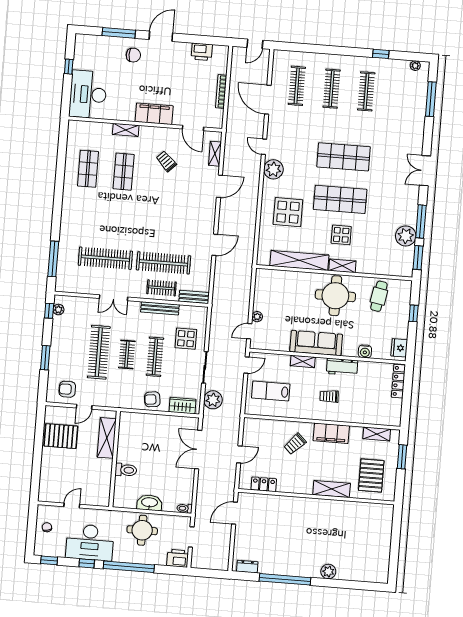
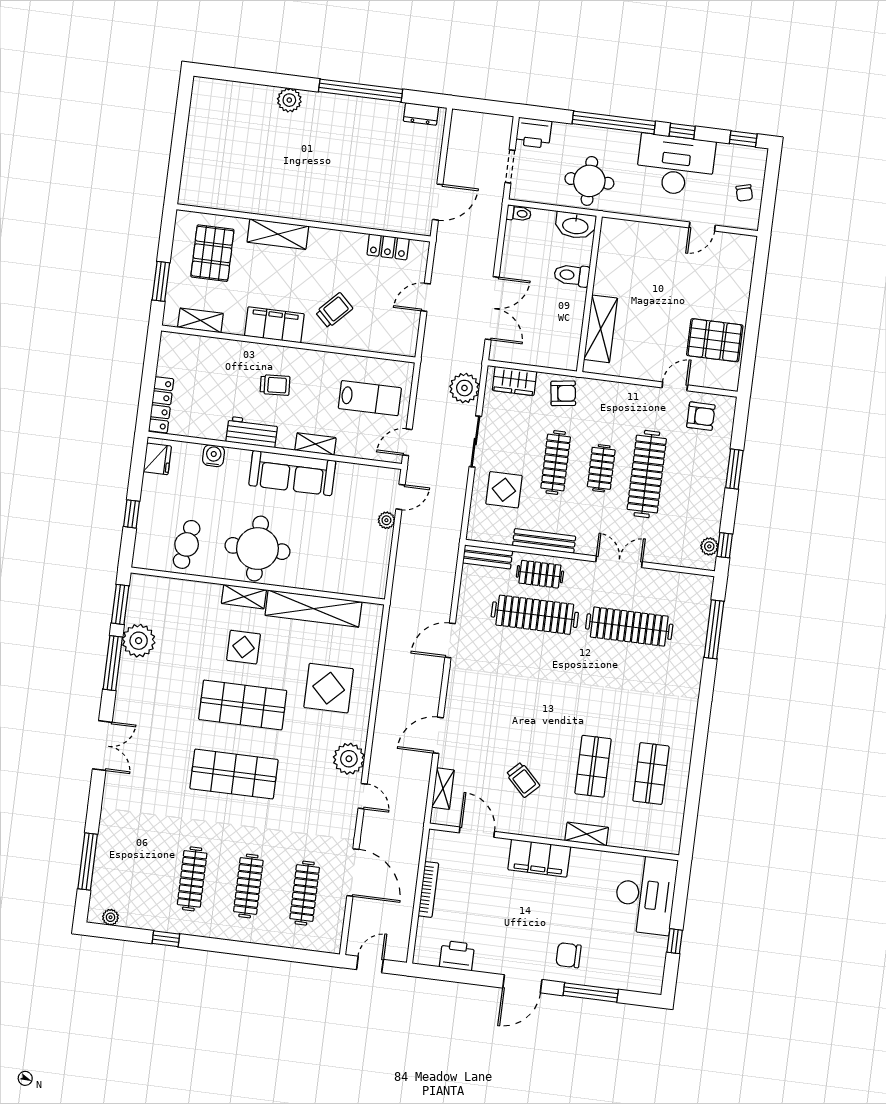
shelving: (107, 438) -> (601, 329), moved
wall: (115, 459) -> (589, 294), moved
toilet: (126, 470) -> (572, 275), moved

